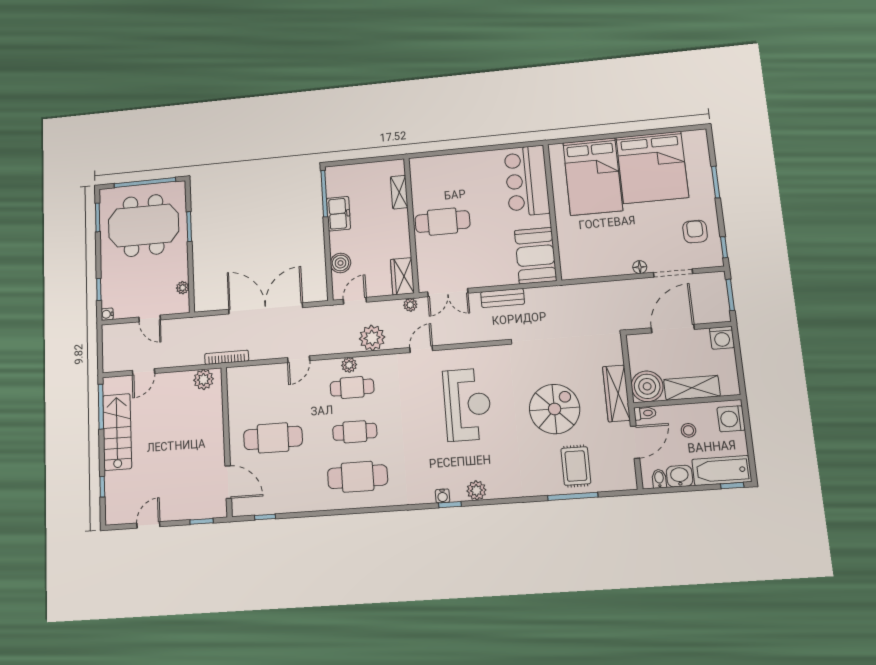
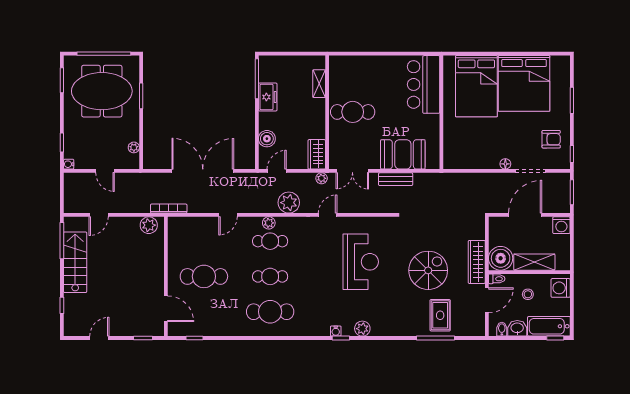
armchair: (695, 232) -> (551, 139), turned 90
booth: (536, 256) -> (403, 154), moved, turned 90

